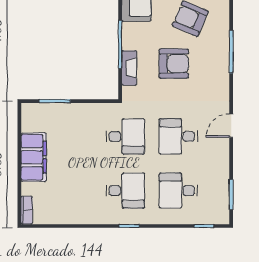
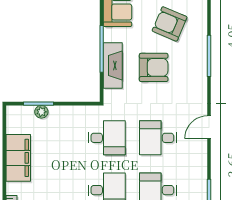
fireplace: (129, 68) -> (113, 65), width x1.37, depth x1.32
plant: (58, 109) -> (41, 112), added

